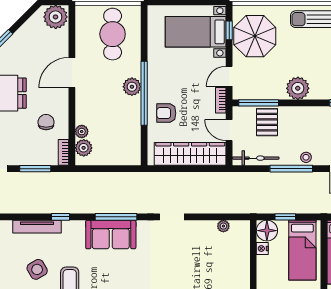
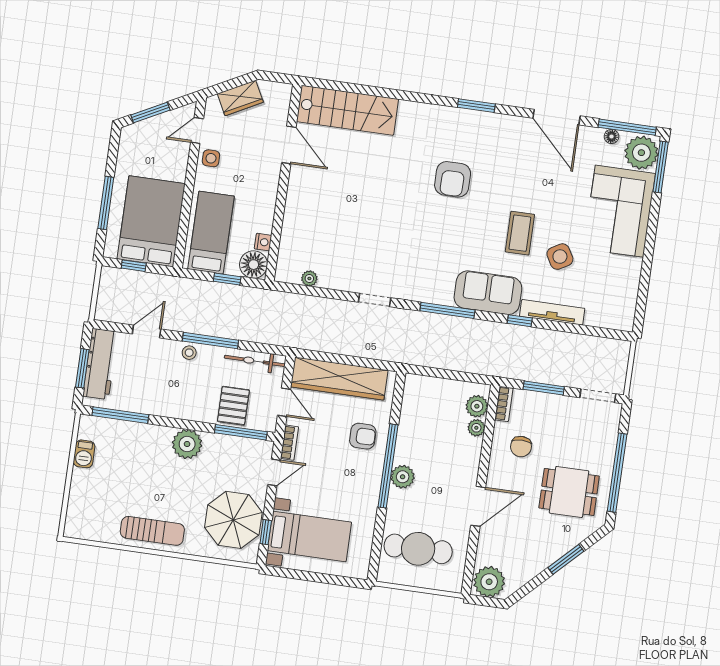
cafe table: (113, 34) -> (418, 549), turned 90
sofa: (111, 234) -> (488, 293), moved

